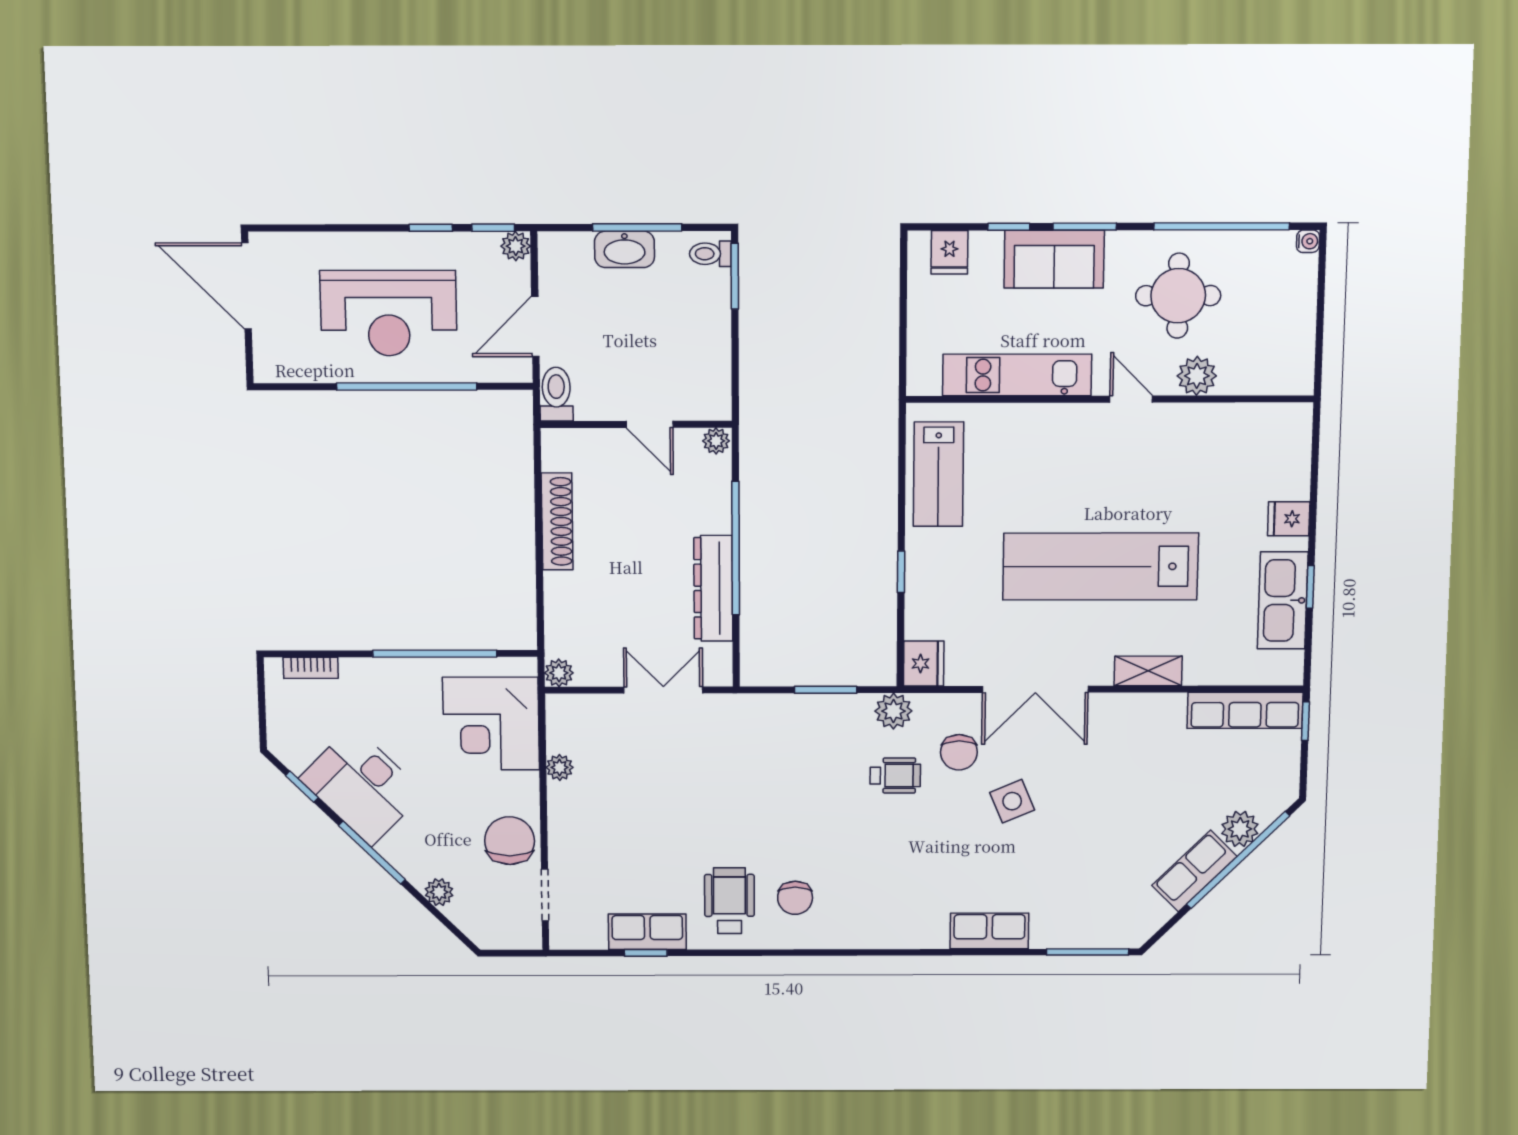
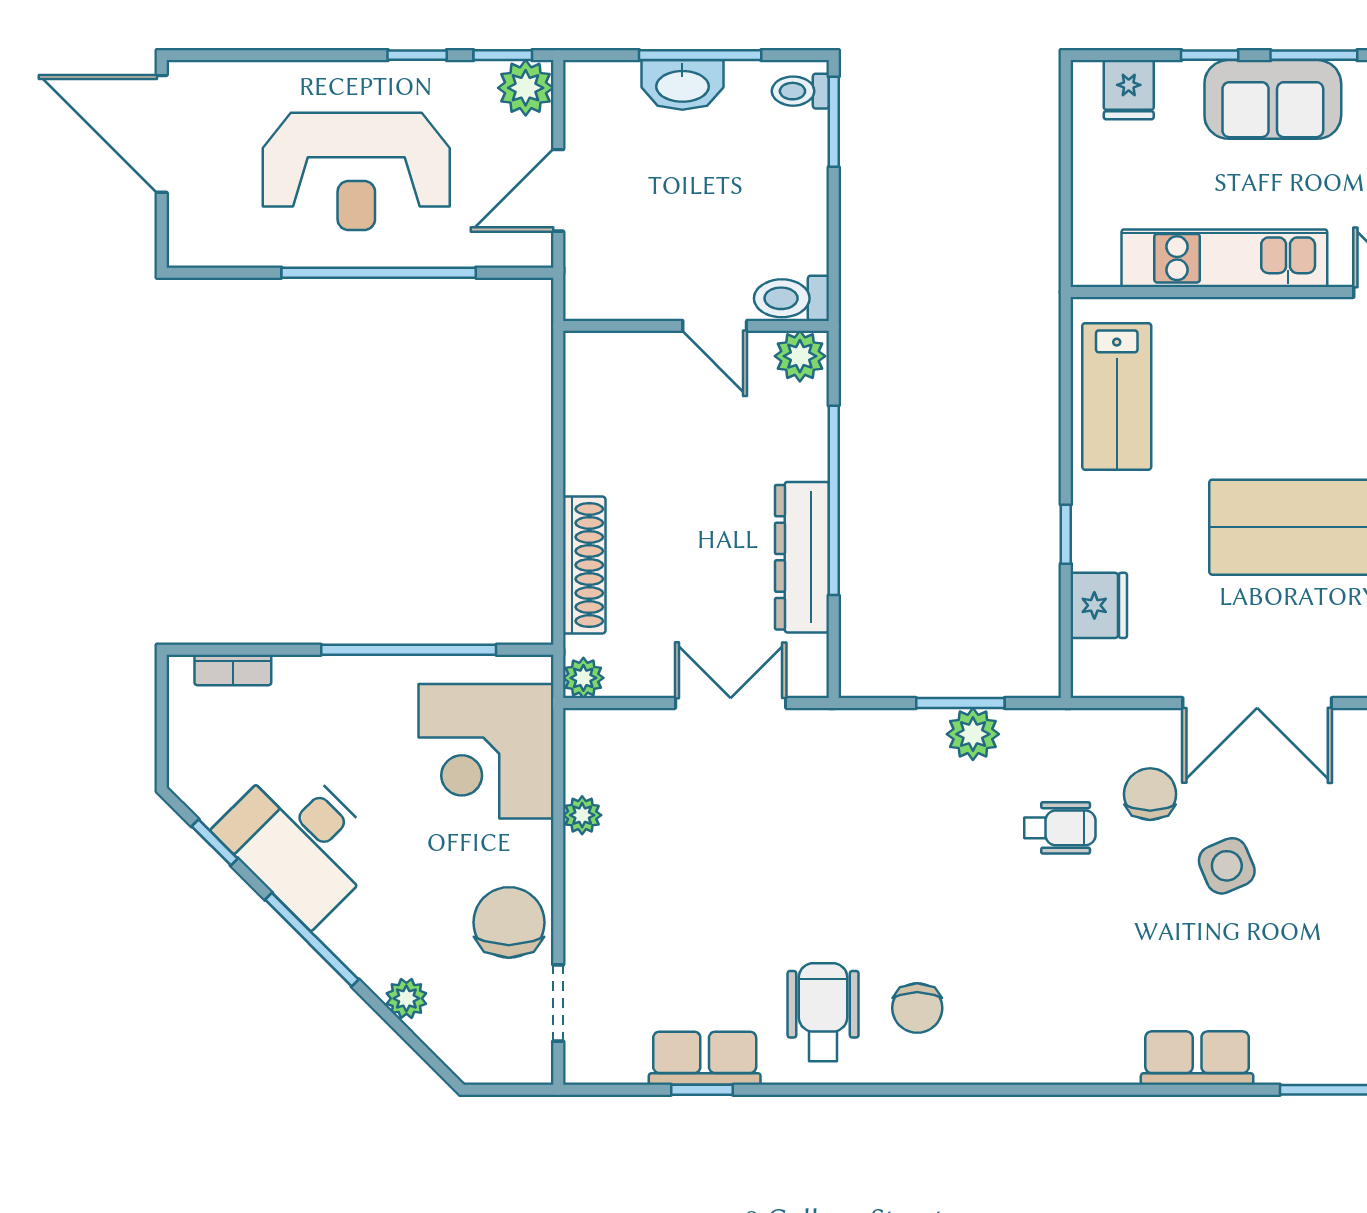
plant: (516, 246) -> (526, 88), width x1.38, depth x1.38
toilet: (556, 394) -> (792, 298), moved, turned -90
plant: (716, 441) -> (800, 356), width x1.38, depth x1.38
shoe rack: (557, 521) -> (584, 565), moved
fridge: (924, 664) -> (1099, 605), moved
plant: (893, 711) -> (973, 734), moved
chair: (959, 752) -> (1150, 794), turned 180

